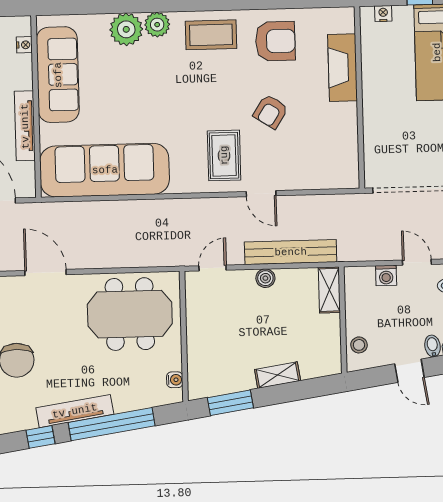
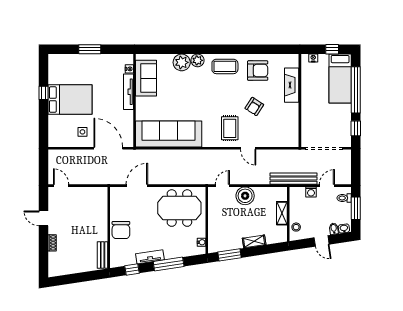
sofa: (58, 75) -> (146, 78), width x0.73
tv unit: (25, 126) -> (128, 92), moved
bench: (291, 252) -> (293, 179), moved
door: (417, 262) -> (327, 186), hinge flipped
door: (45, 273) -> (137, 186), hinge flipped
boiler: (265, 278) -> (245, 196), width x1.86, depth x1.86
shelving: (329, 290) -> (282, 213), moved
tv unit: (75, 411) -> (150, 257), width x0.71
window: (112, 424) -> (169, 264), width x0.68

